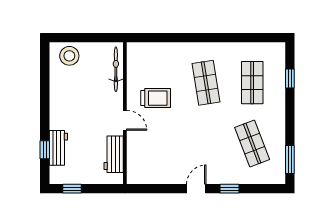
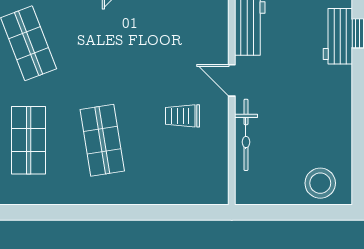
bicycle: (116, 69) -> (246, 135), moved
trolley: (156, 98) -> (183, 116), width x0.73, depth x0.72

